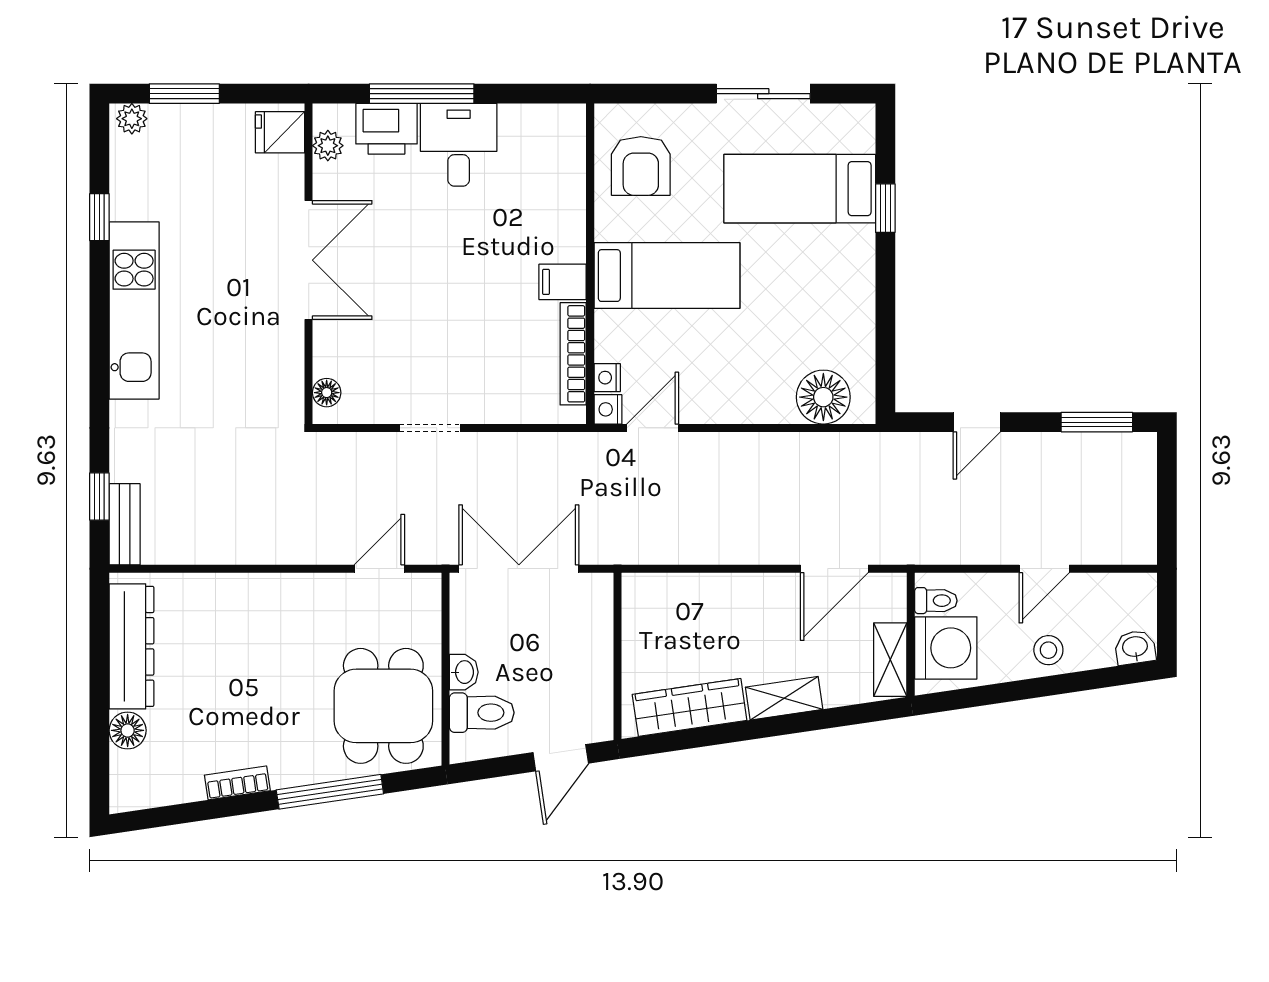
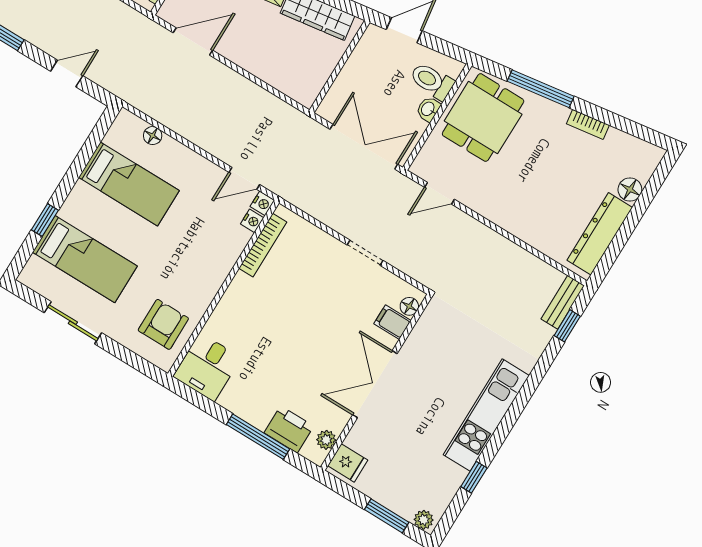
desk: (459, 145) -> (207, 367), moved
bed: (667, 276) -> (129, 184), moved, turned 180
filing cabinet: (563, 282) -> (392, 322), moved, turned 180
floor lamp: (823, 397) -> (153, 136), width x0.53, depth x0.53
double door: (519, 569) -> (364, 147), swing flipped

